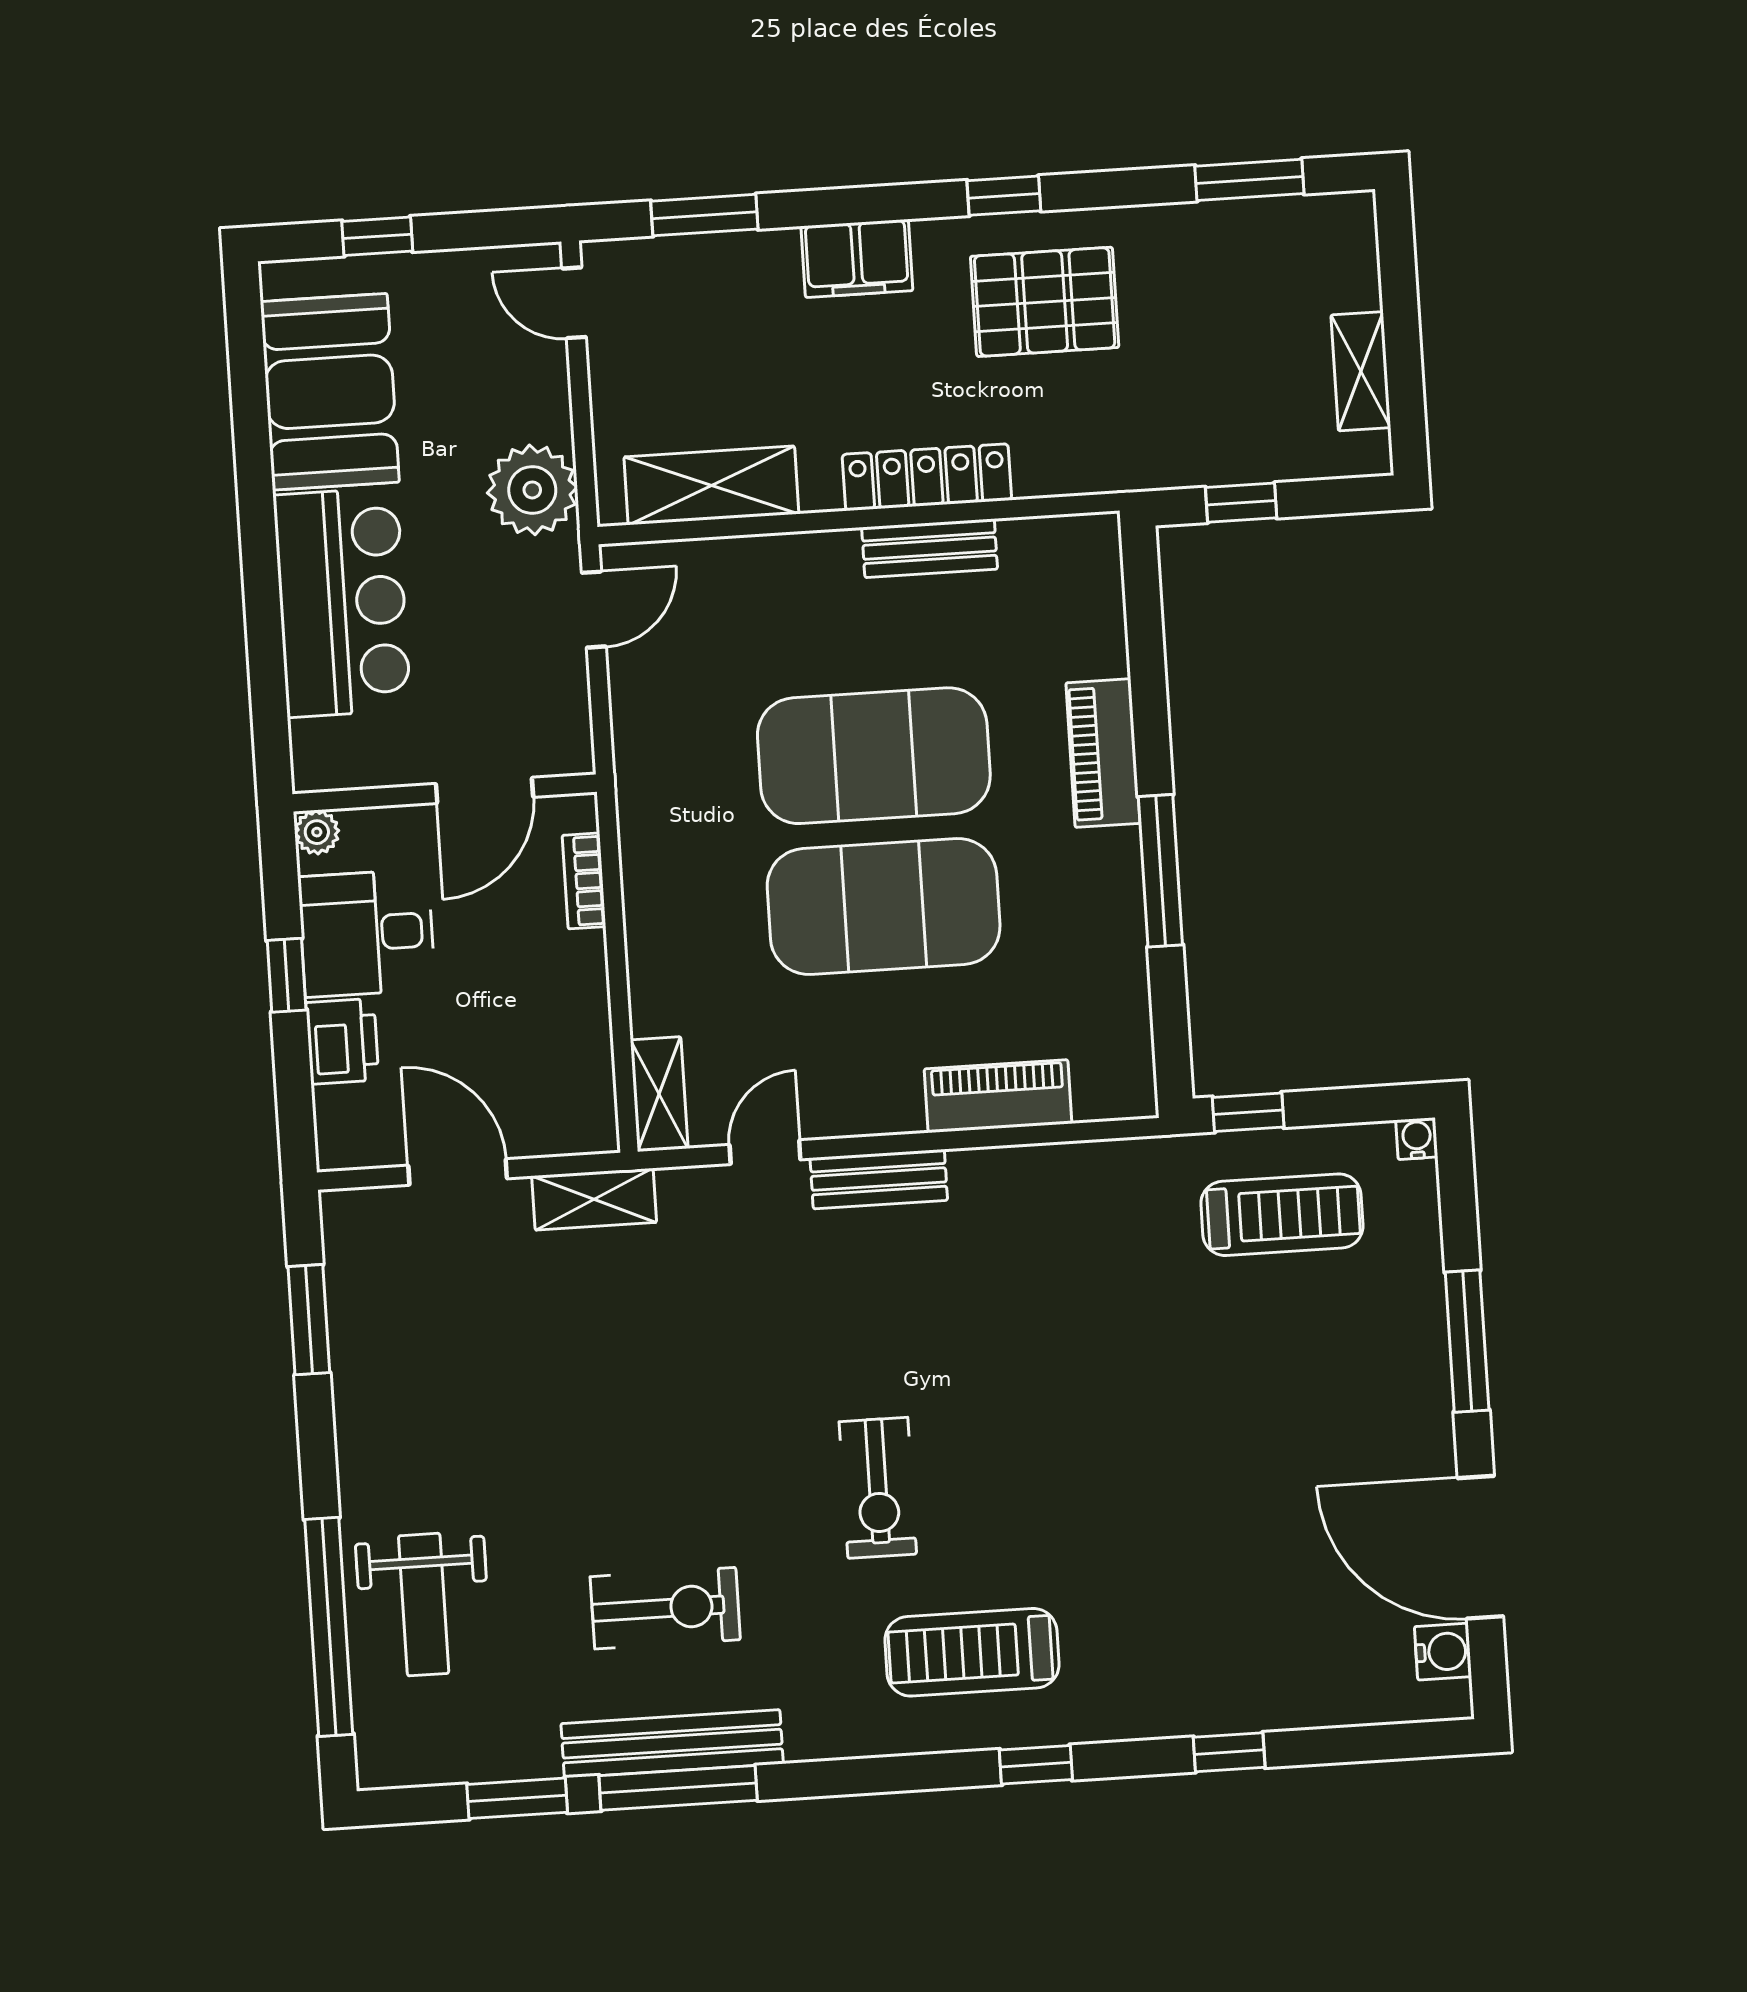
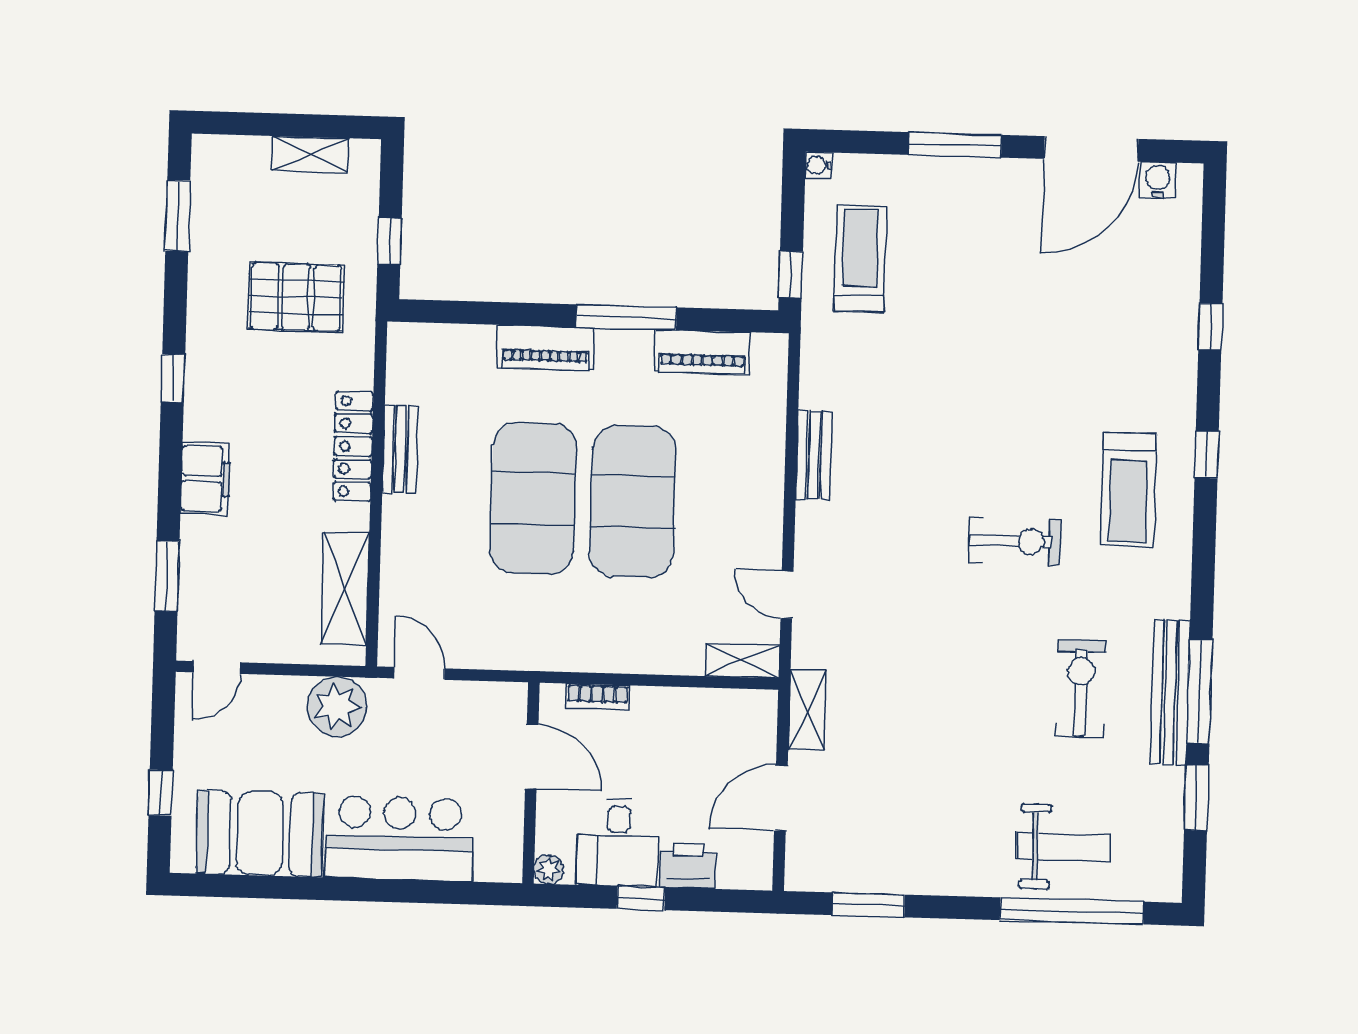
pallet: (1045, 302) -> (296, 297), moved, turned 90
piano: (998, 1096) -> (703, 352), moved, turned -90
bench: (879, 1179) -> (814, 455), moved

